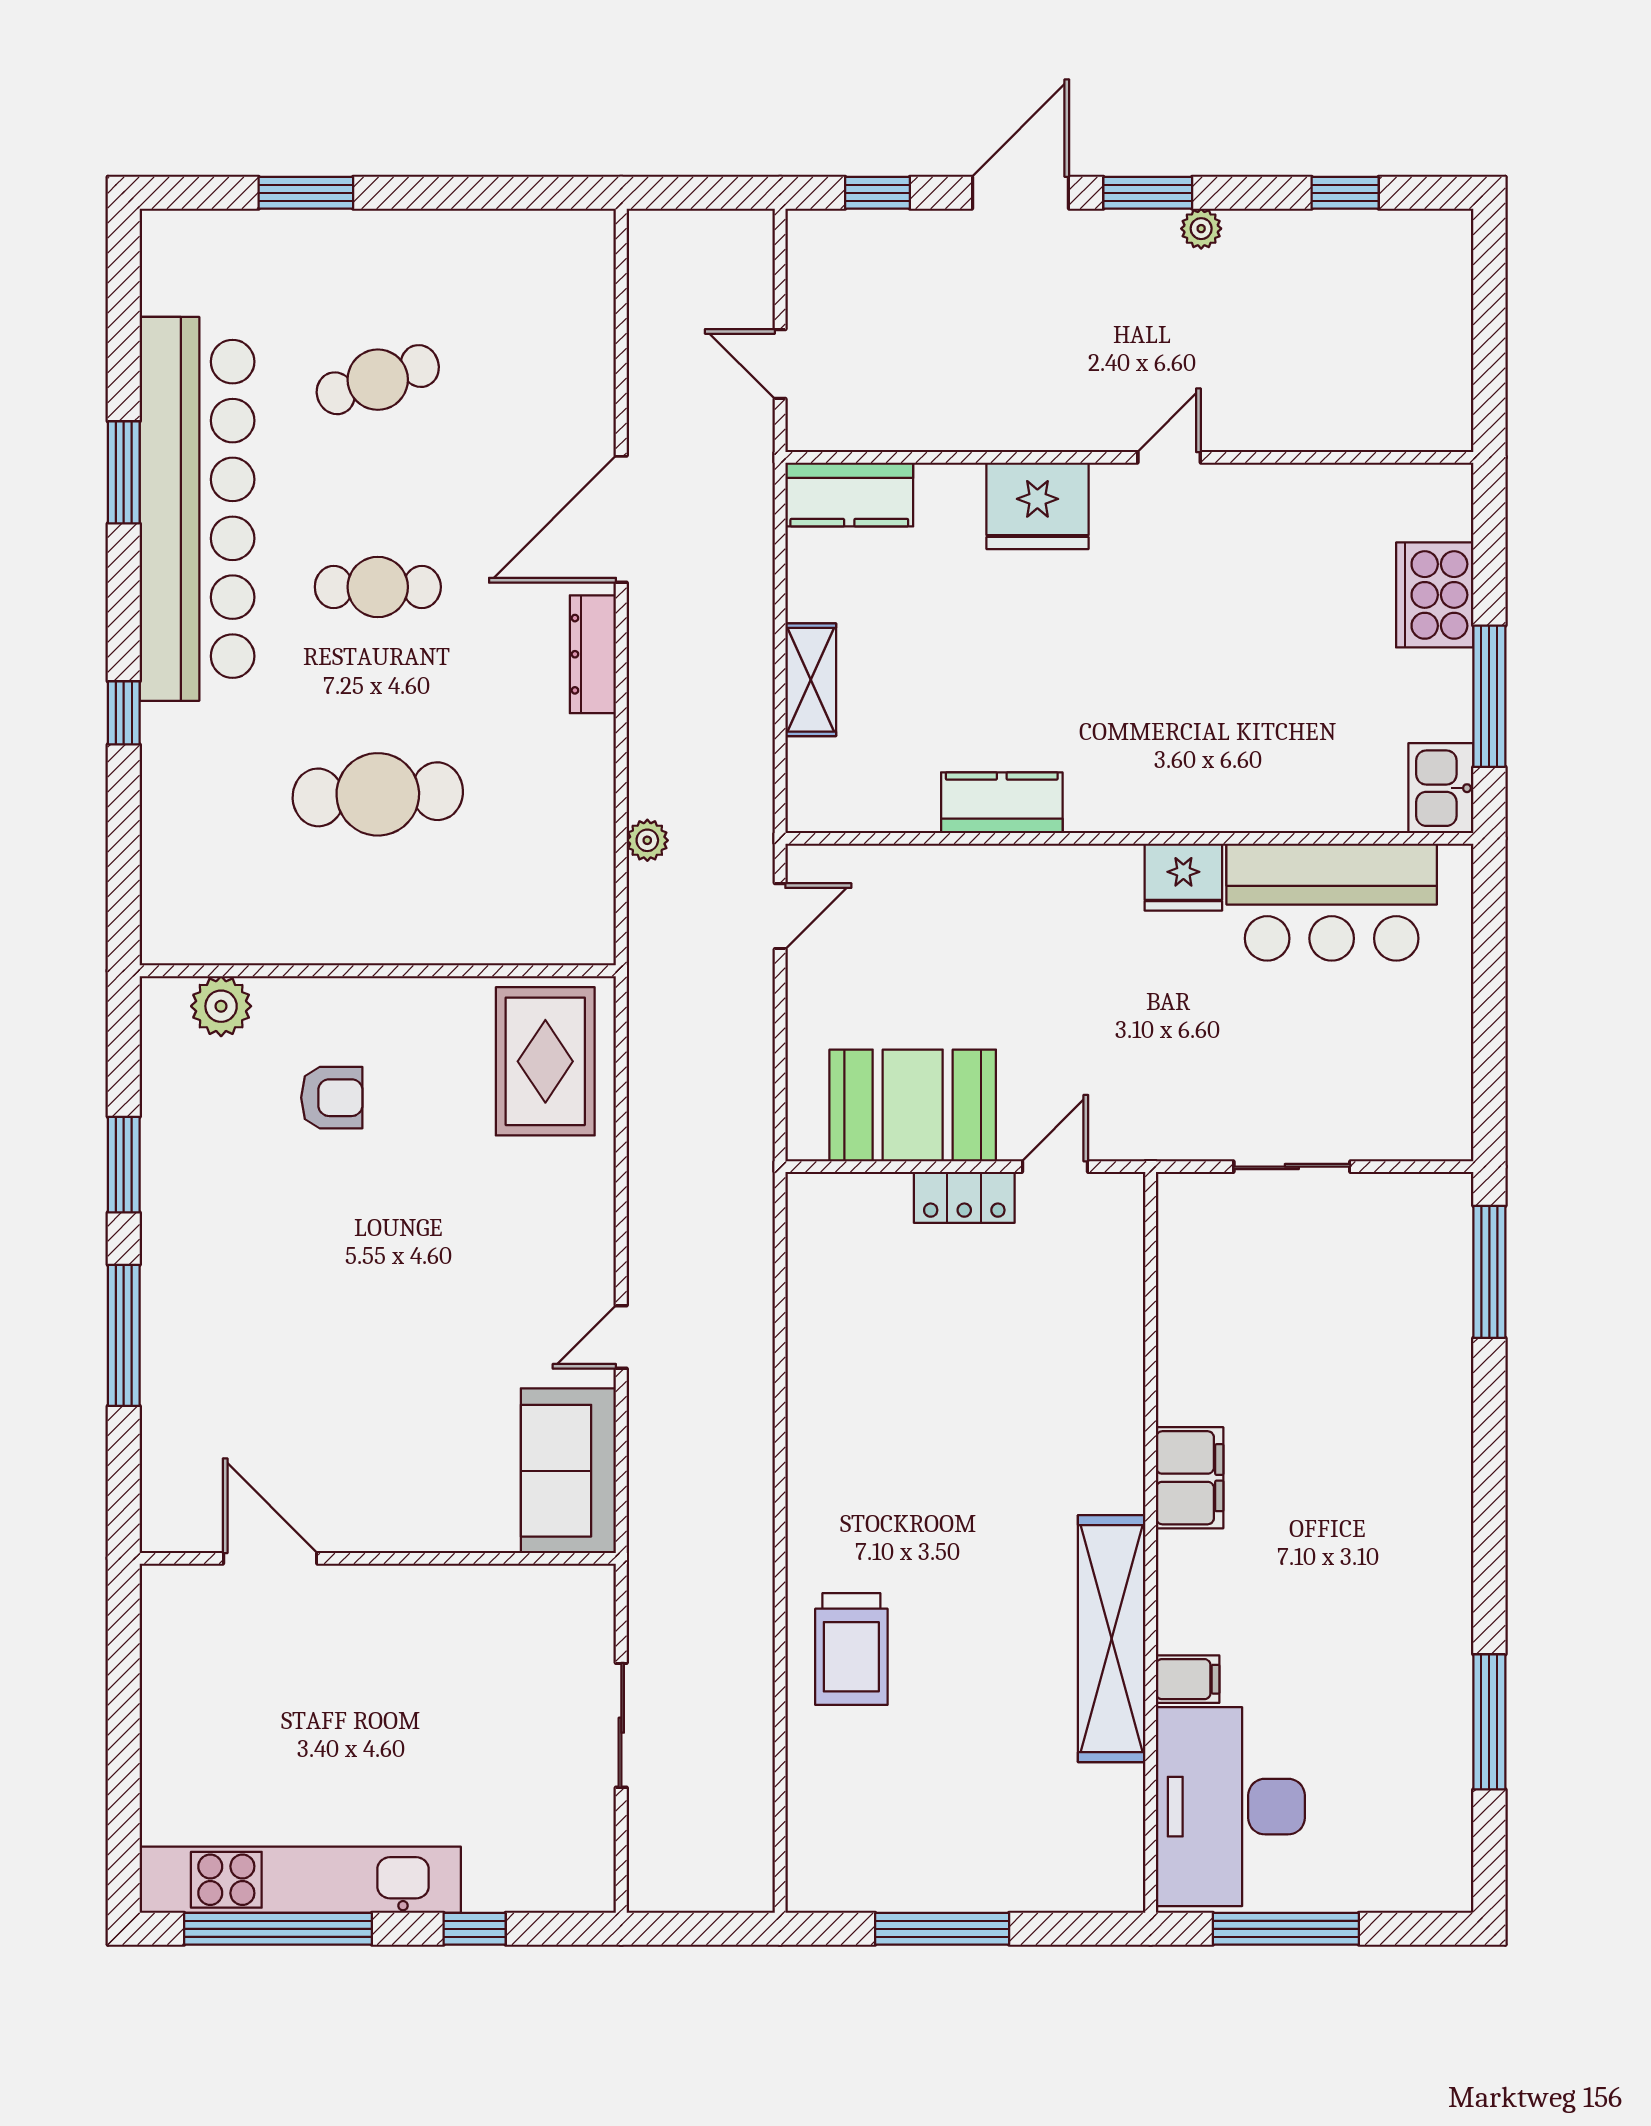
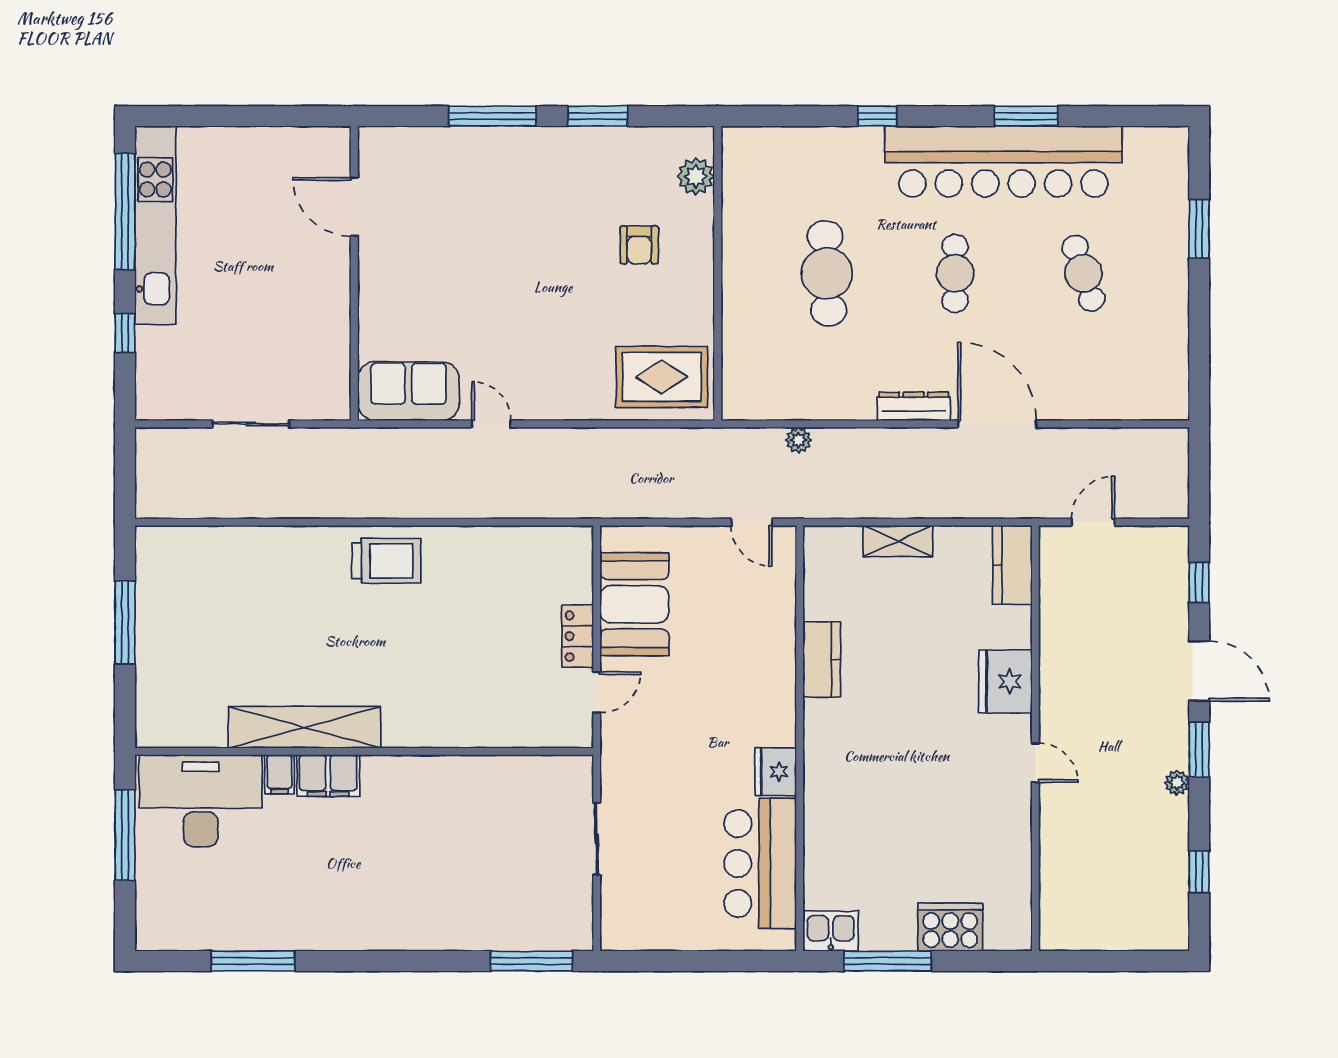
door: (1055, 1167) -> (597, 692), hinge flipped
filing cabinet: (1190, 1478) -> (328, 776), moved
door: (270, 1558) -> (354, 207), swing flipped
trolley: (851, 1649) -> (386, 561), moved, turned 180

